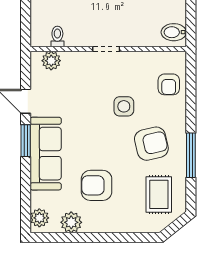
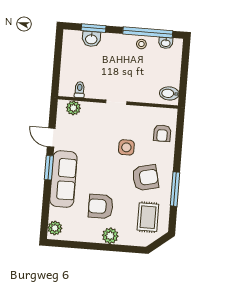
plant: (71, 222) -> (110, 236), moved

